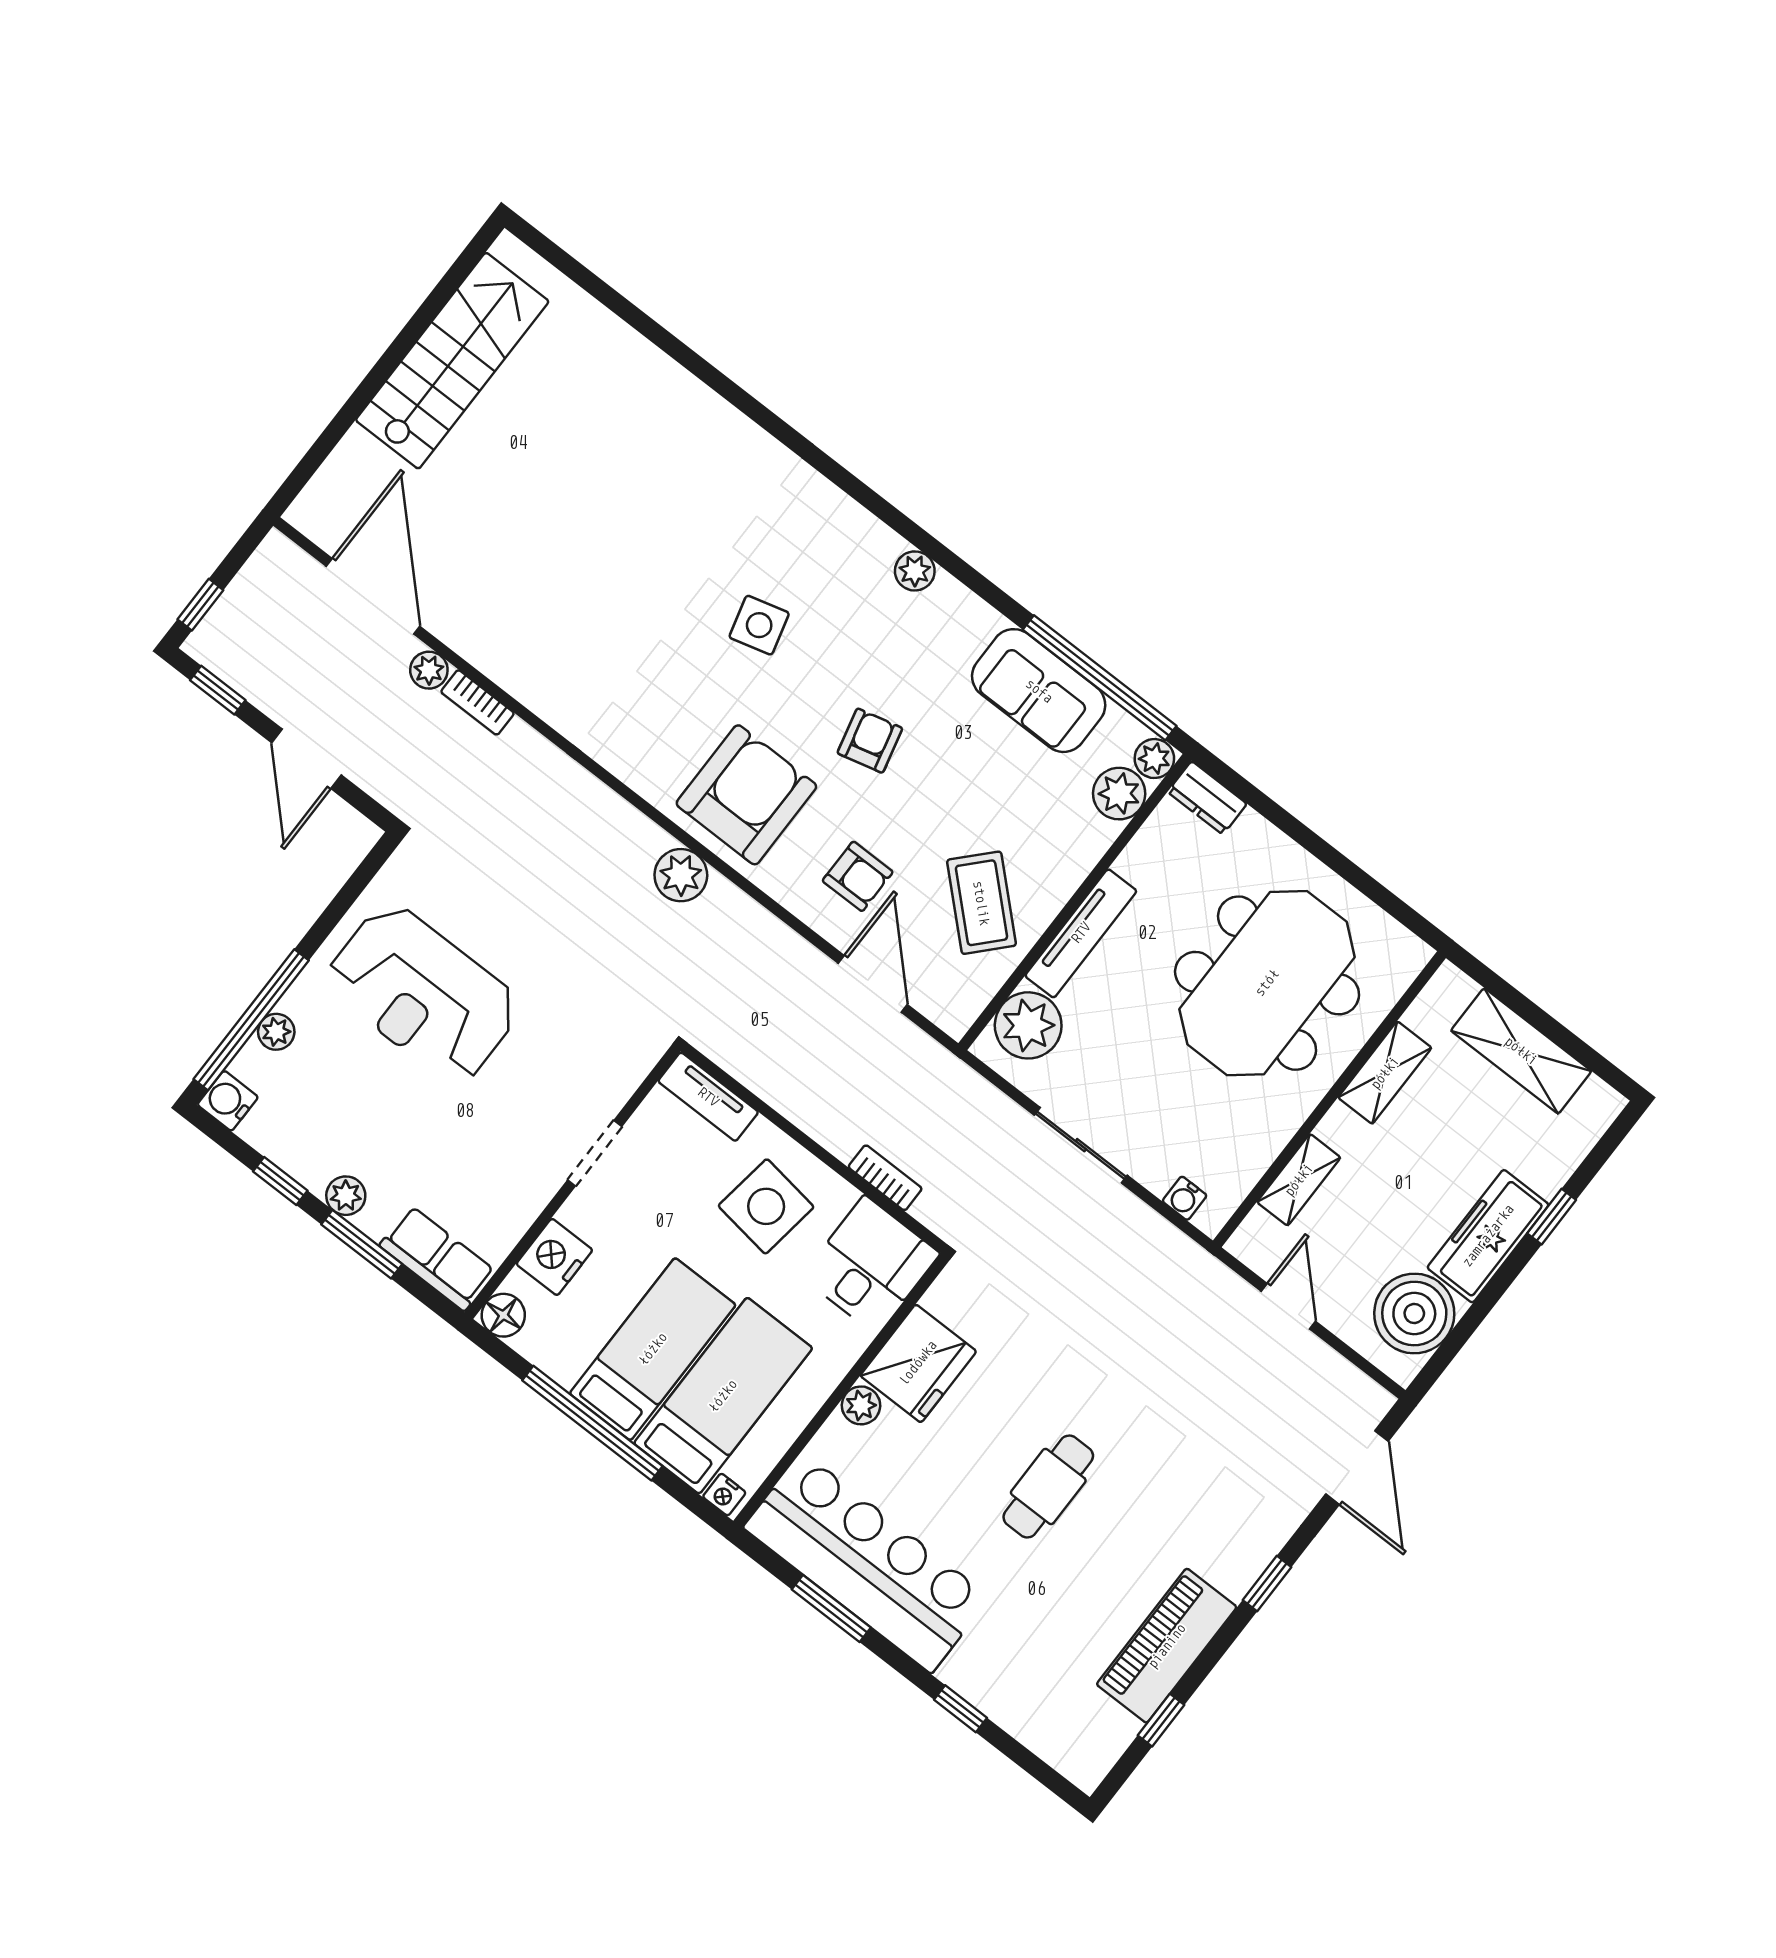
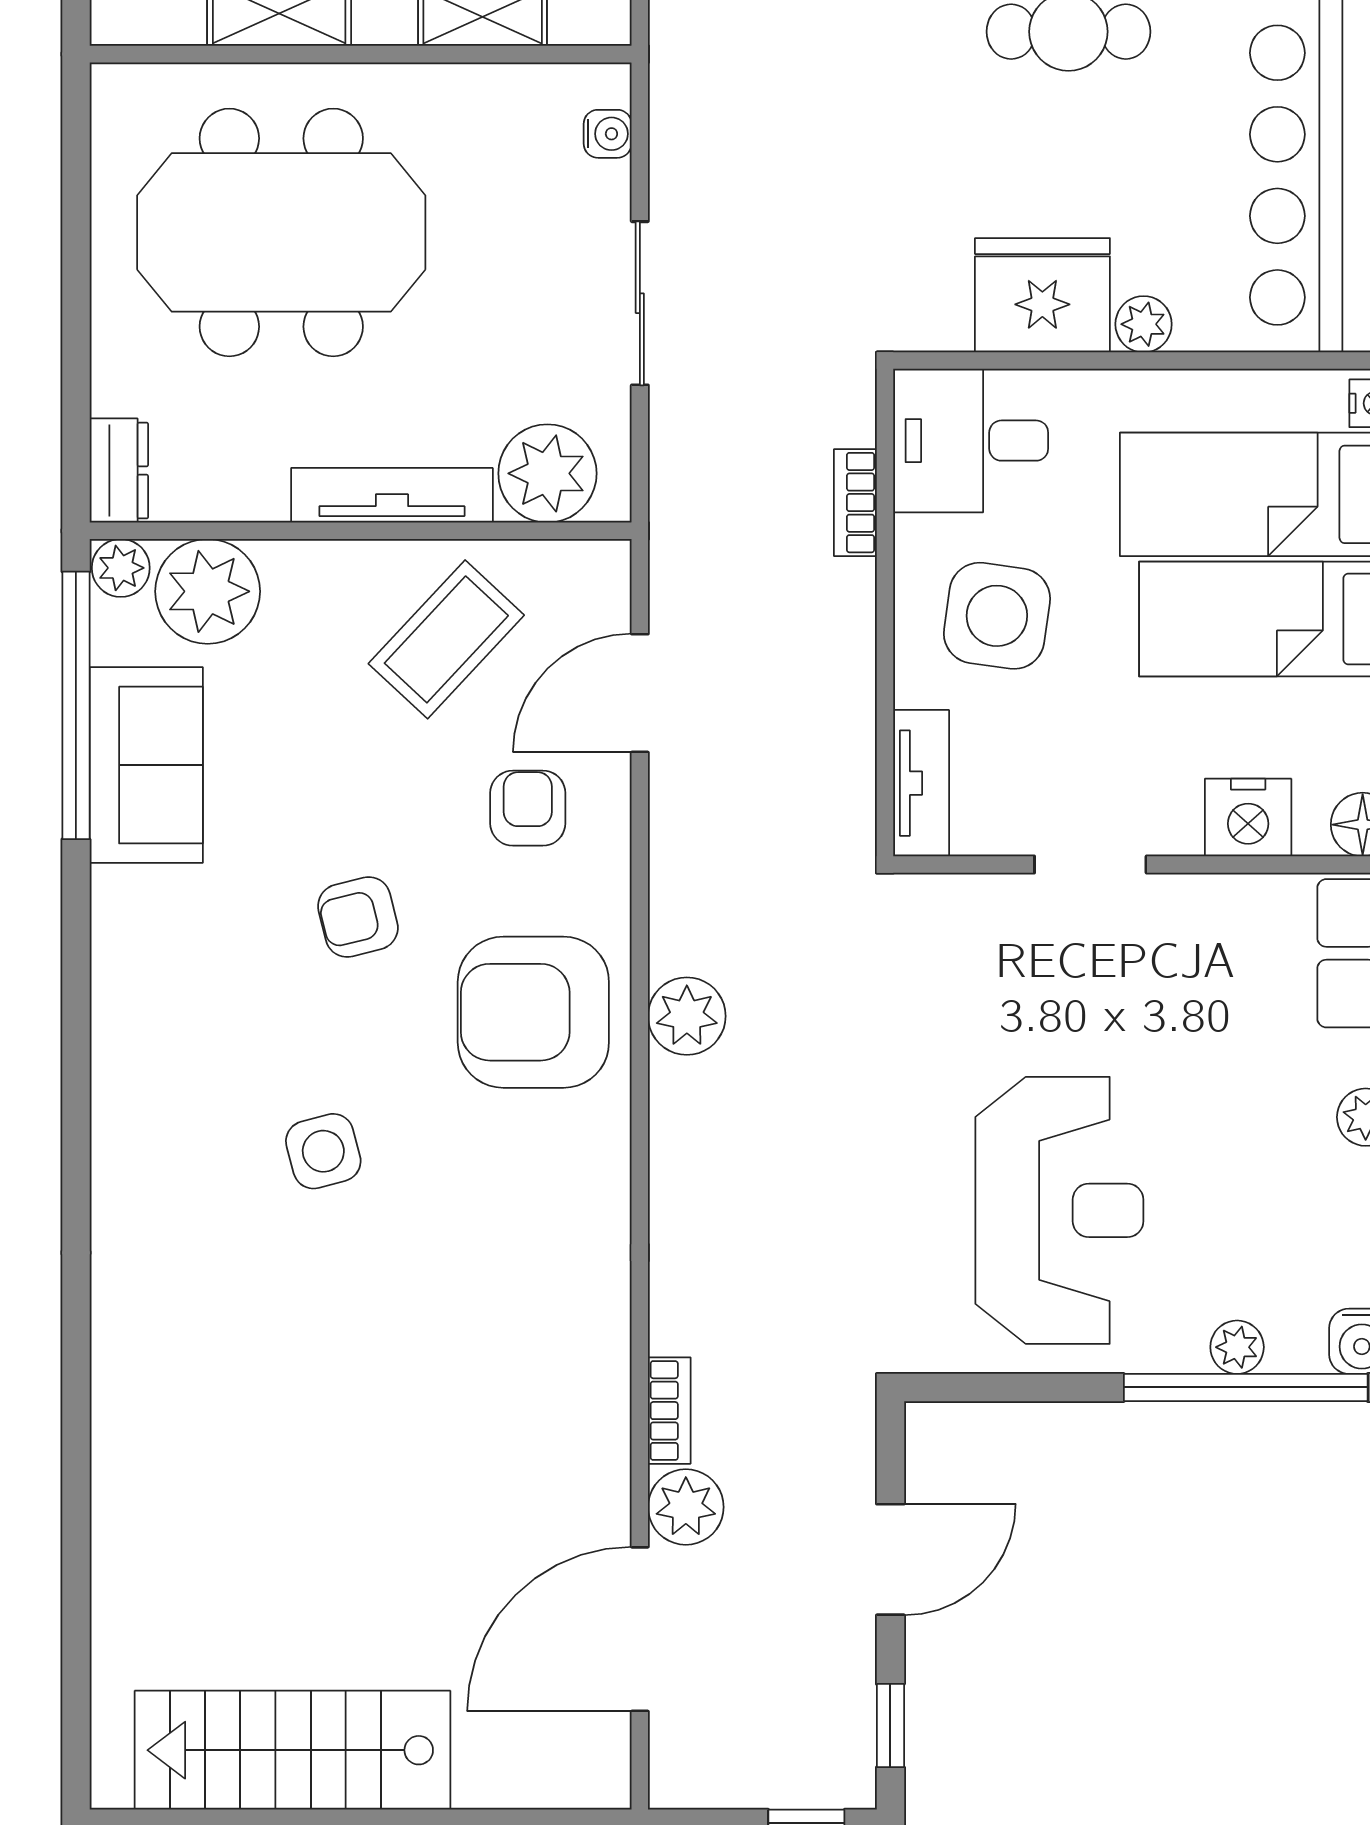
plant: (915, 571) -> (119, 1018), removed
plant: (429, 670) -> (686, 1507), width x1.38, depth x1.38
plant: (1119, 794) -> (208, 591), width x1.36, depth x1.36

